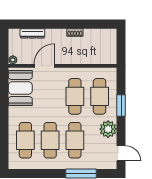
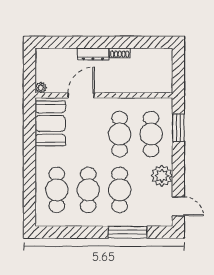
dresser: (32, 33) -> (93, 54), moved
window: (121, 106) -> (178, 128), moved

